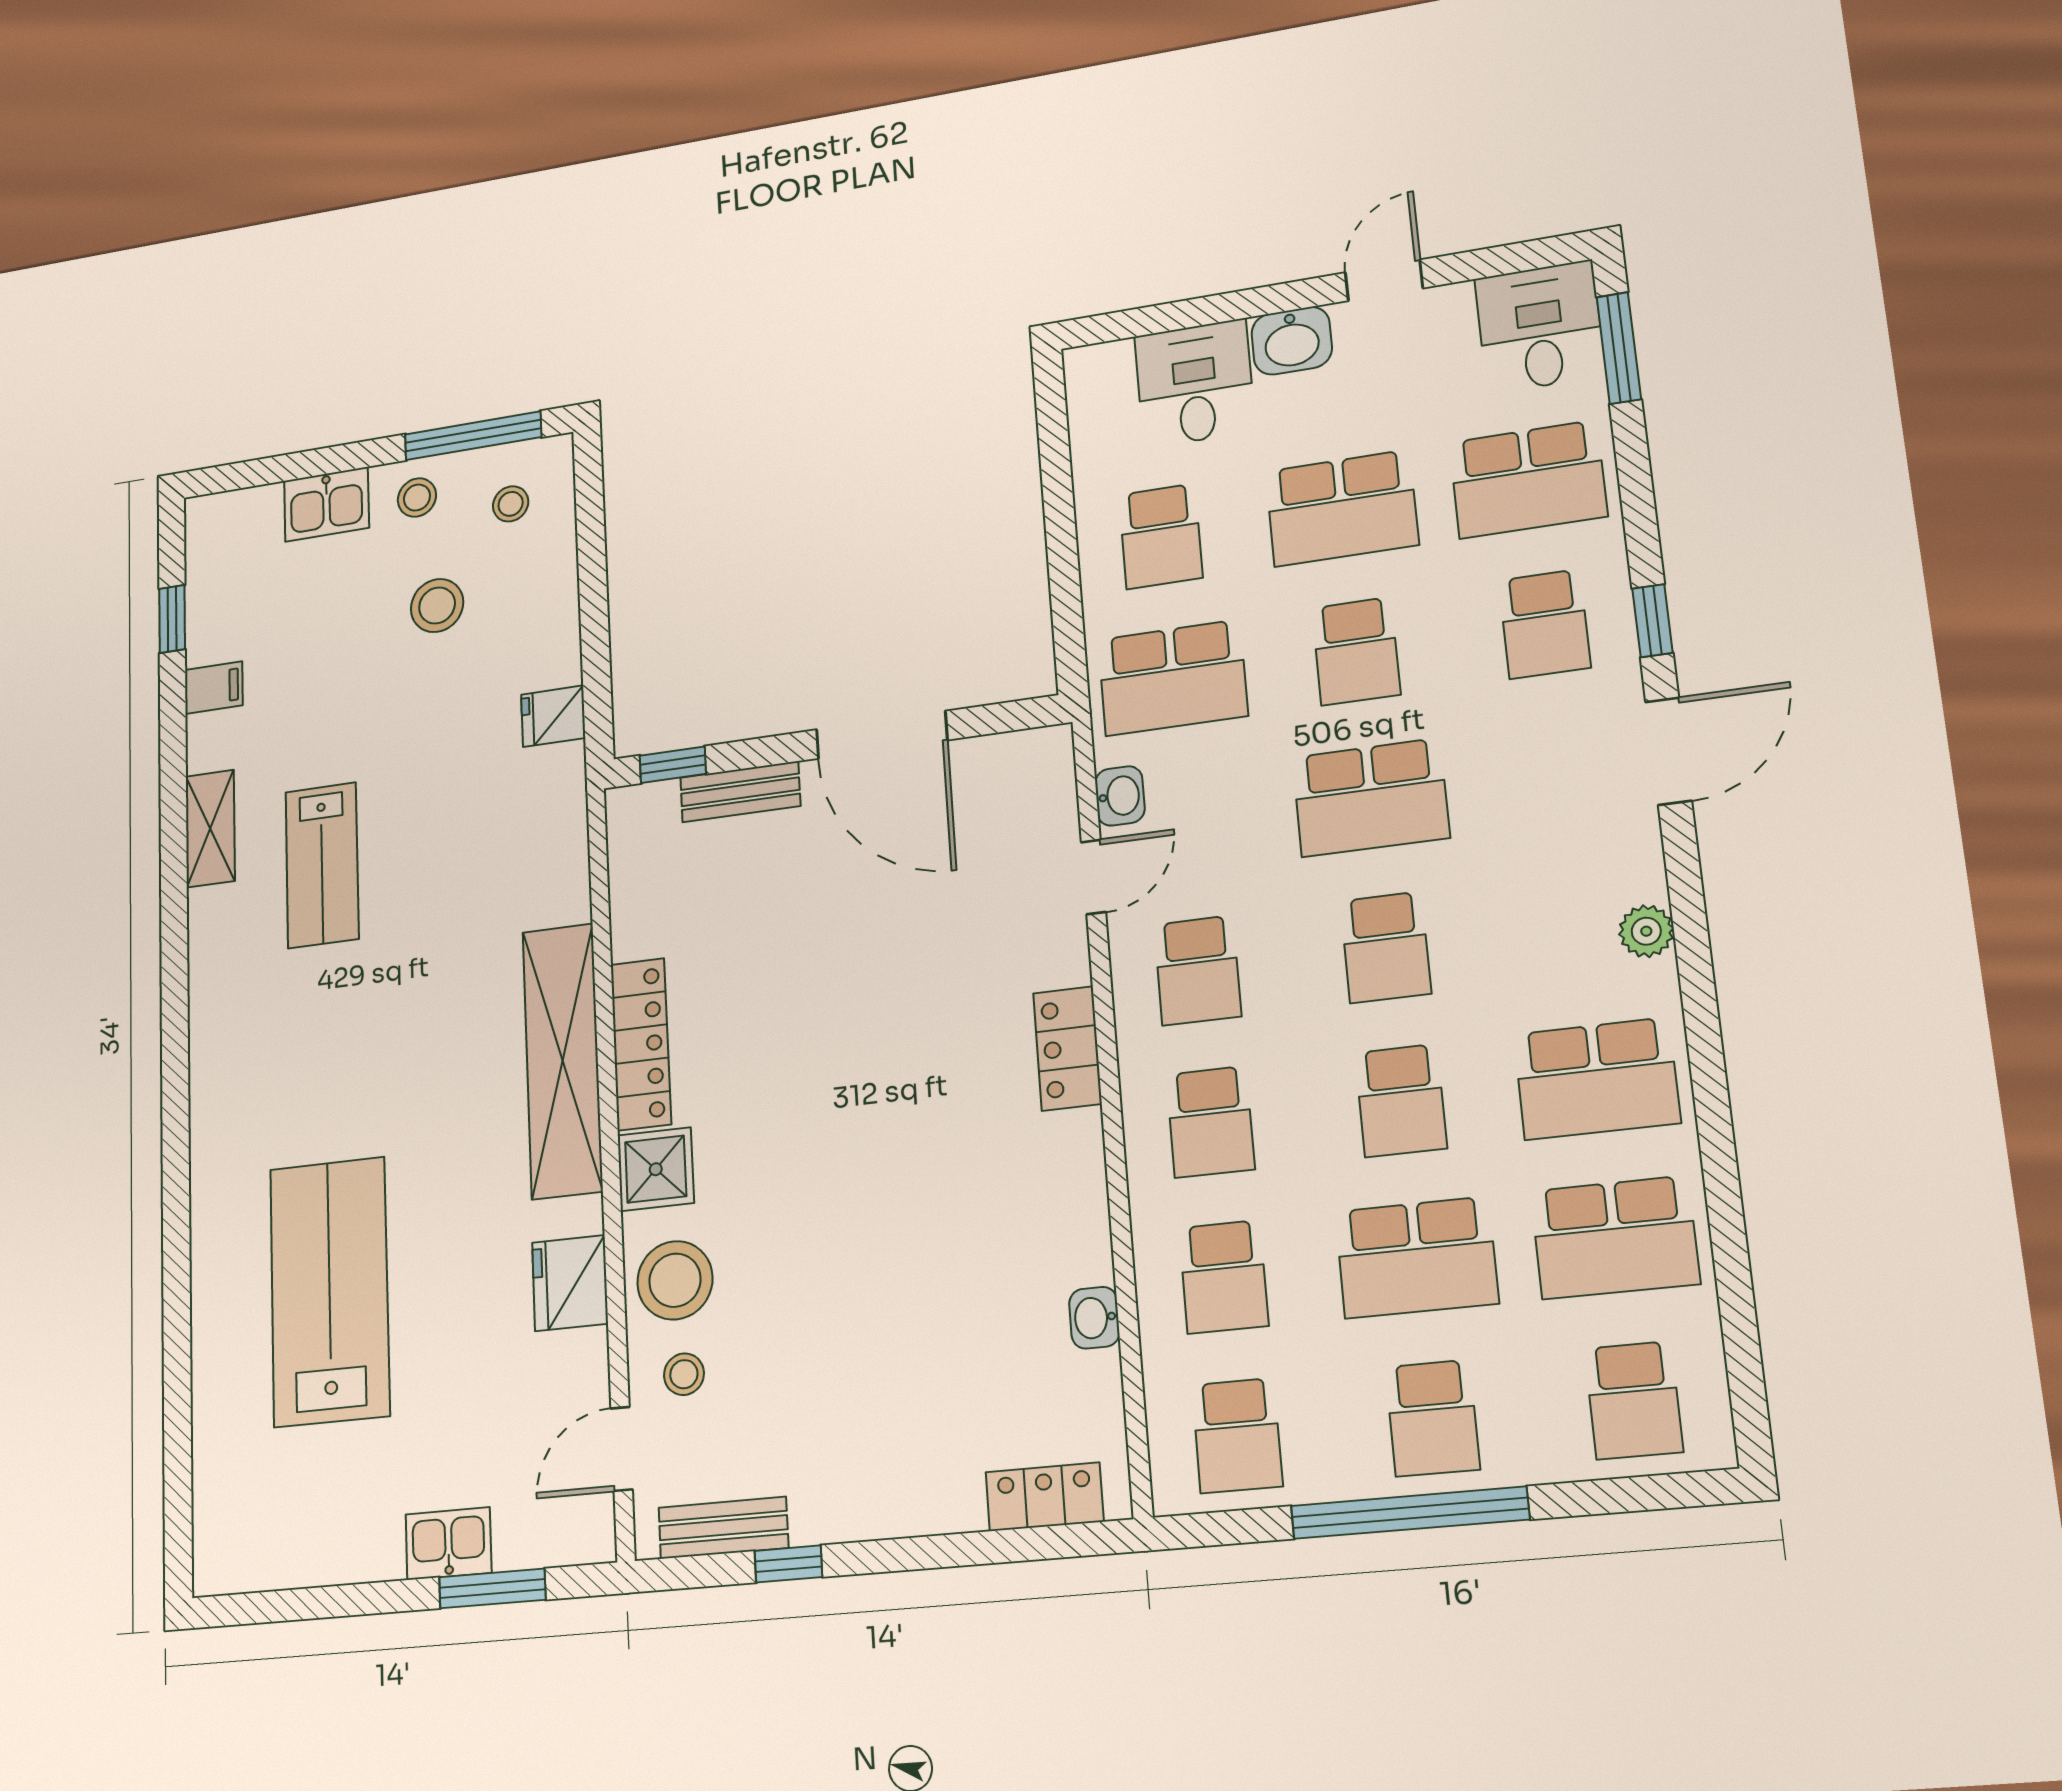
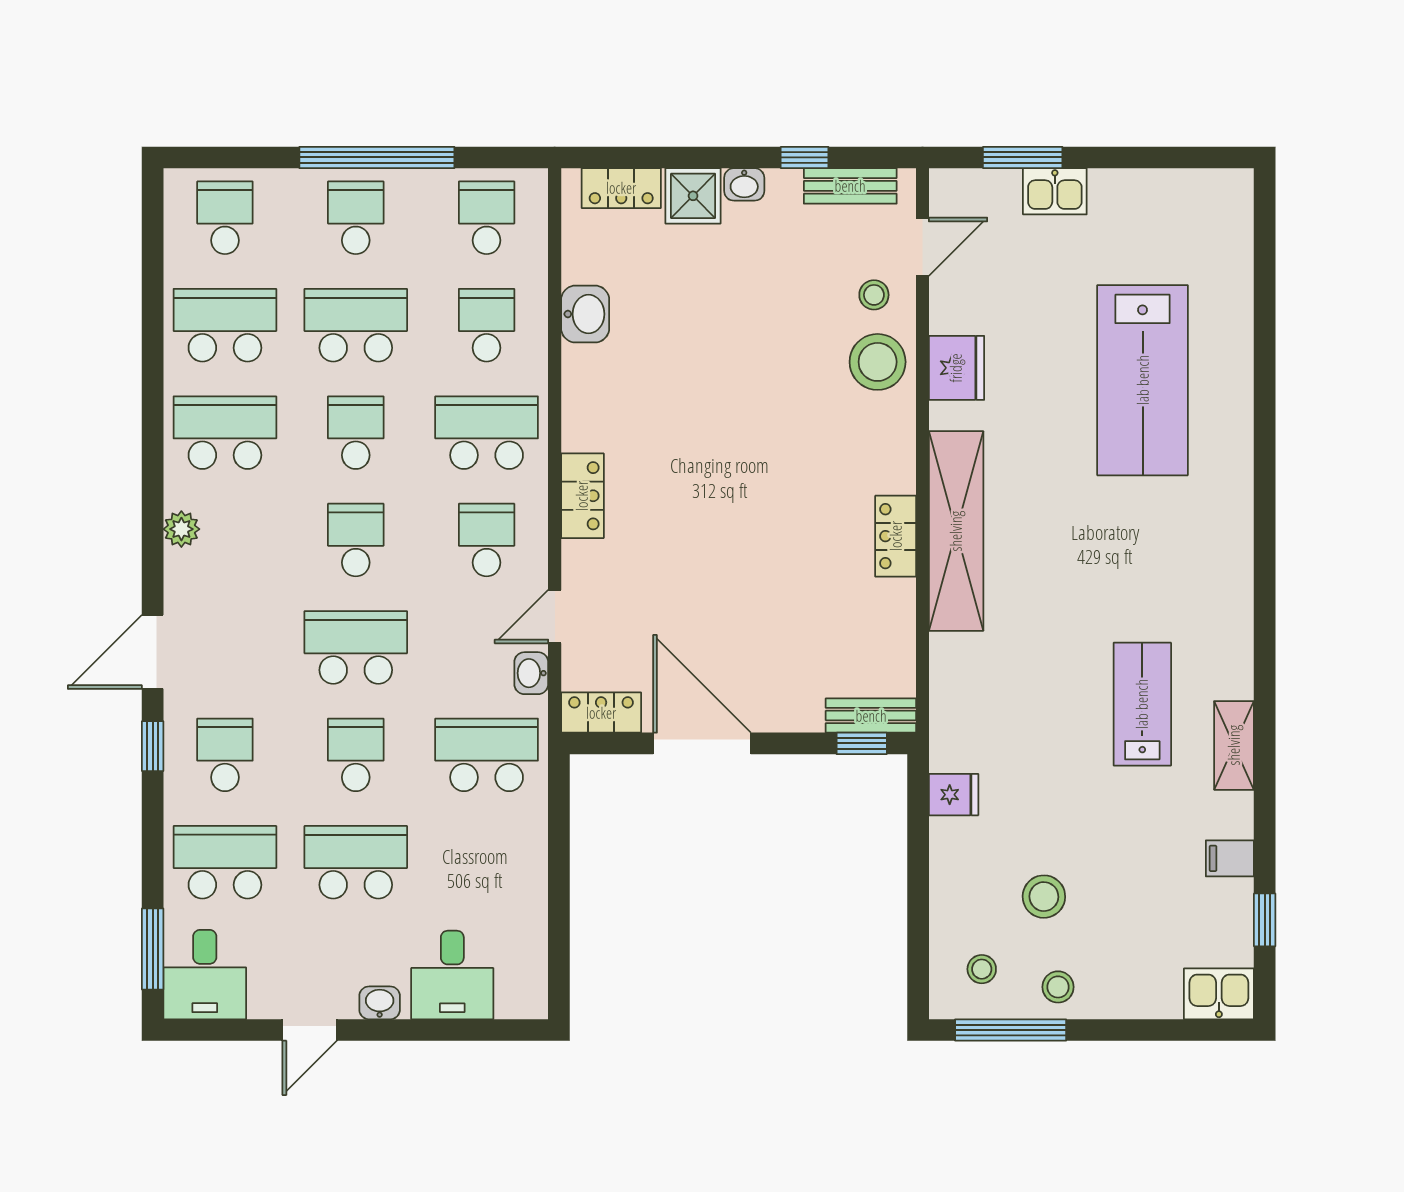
washbasin: (1292, 341) -> (380, 1003), width x0.72, depth x0.69
kitchen sink: (326, 504) -> (1219, 994), moved
school desk: (1161, 536) -> (487, 862), removed
locker: (1020, 756) -> (601, 713), added
bench: (740, 792) -> (871, 716), moved
locker: (641, 1044) -> (896, 536), width x0.66
school desk: (1210, 1122) -> (487, 433), width x1.85
shower: (656, 1169) -> (693, 196), moved
washbasin: (1094, 1318) -> (585, 314), width x1.38, depth x1.45
washbasin: (870, 1517) -> (744, 184), added

